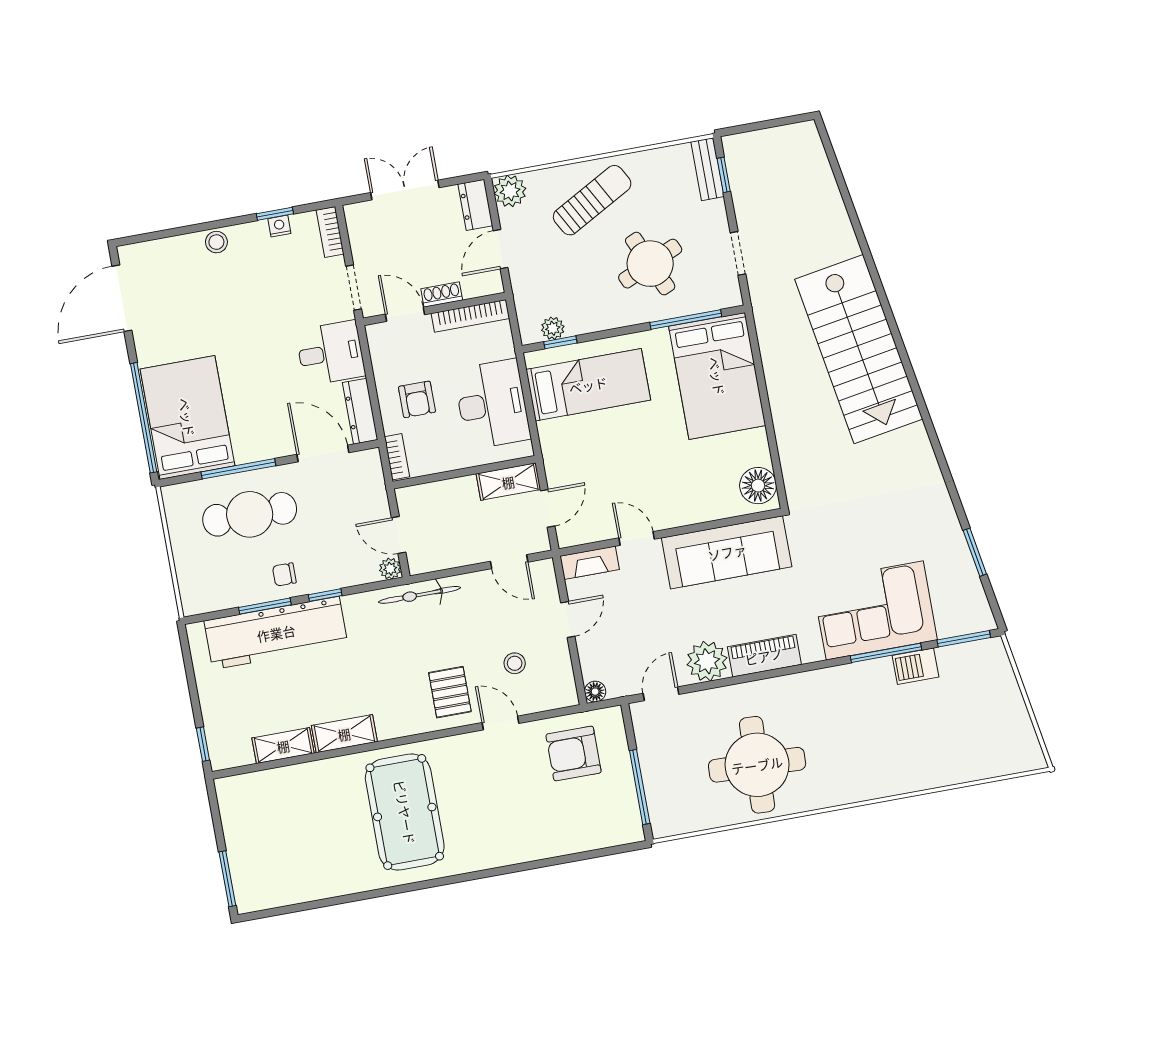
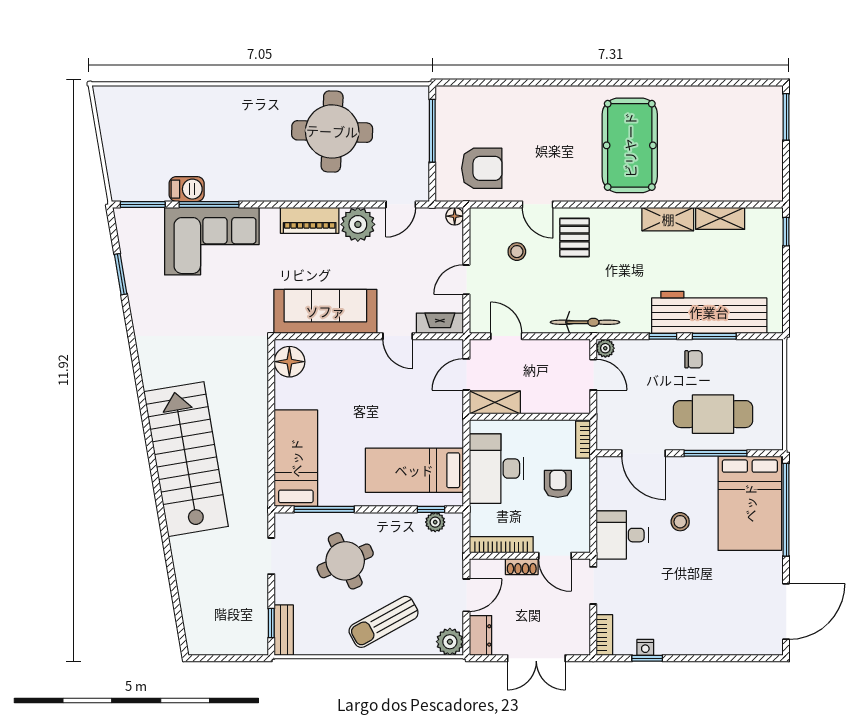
stool: (216, 242) -> (680, 522), moved
bed: (717, 376) -> (296, 458), width x0.67
dresser: (360, 411) -> (607, 483), removed

